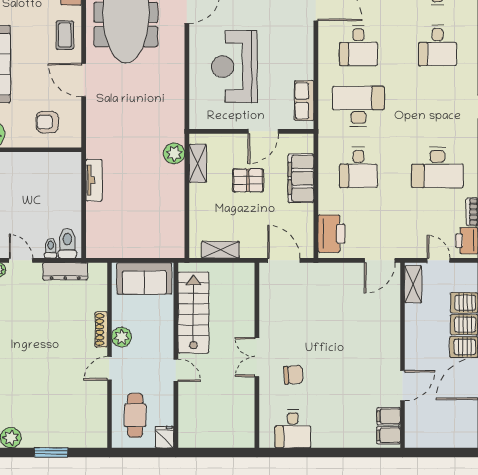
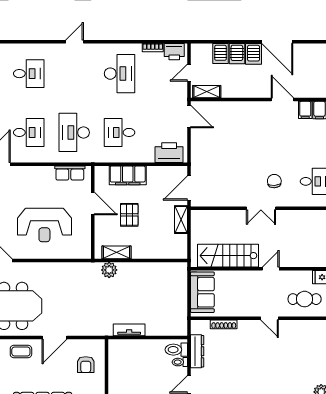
desk: (358, 167) -> (120, 132), turned 180
shelving: (220, 250) -> (181, 220), moved
shoe rack: (101, 330) -> (224, 324), moved
plant: (122, 337) -> (246, 309), removed

